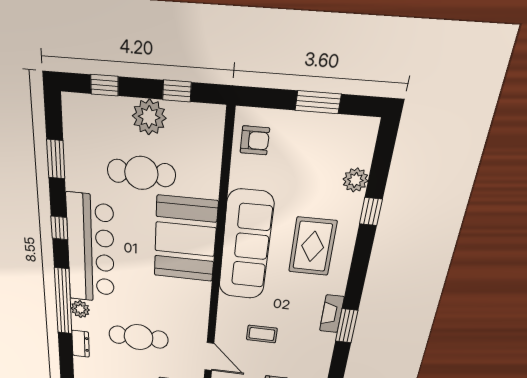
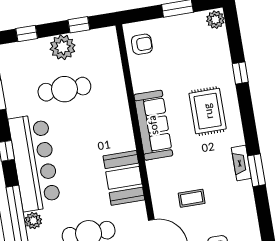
plant: (355, 180) -> (215, 20), moved
booth: (185, 239) -> (124, 178), moved, width x0.73, depth x0.70
sofa: (246, 246) -> (153, 125), width x0.74, depth x0.79

